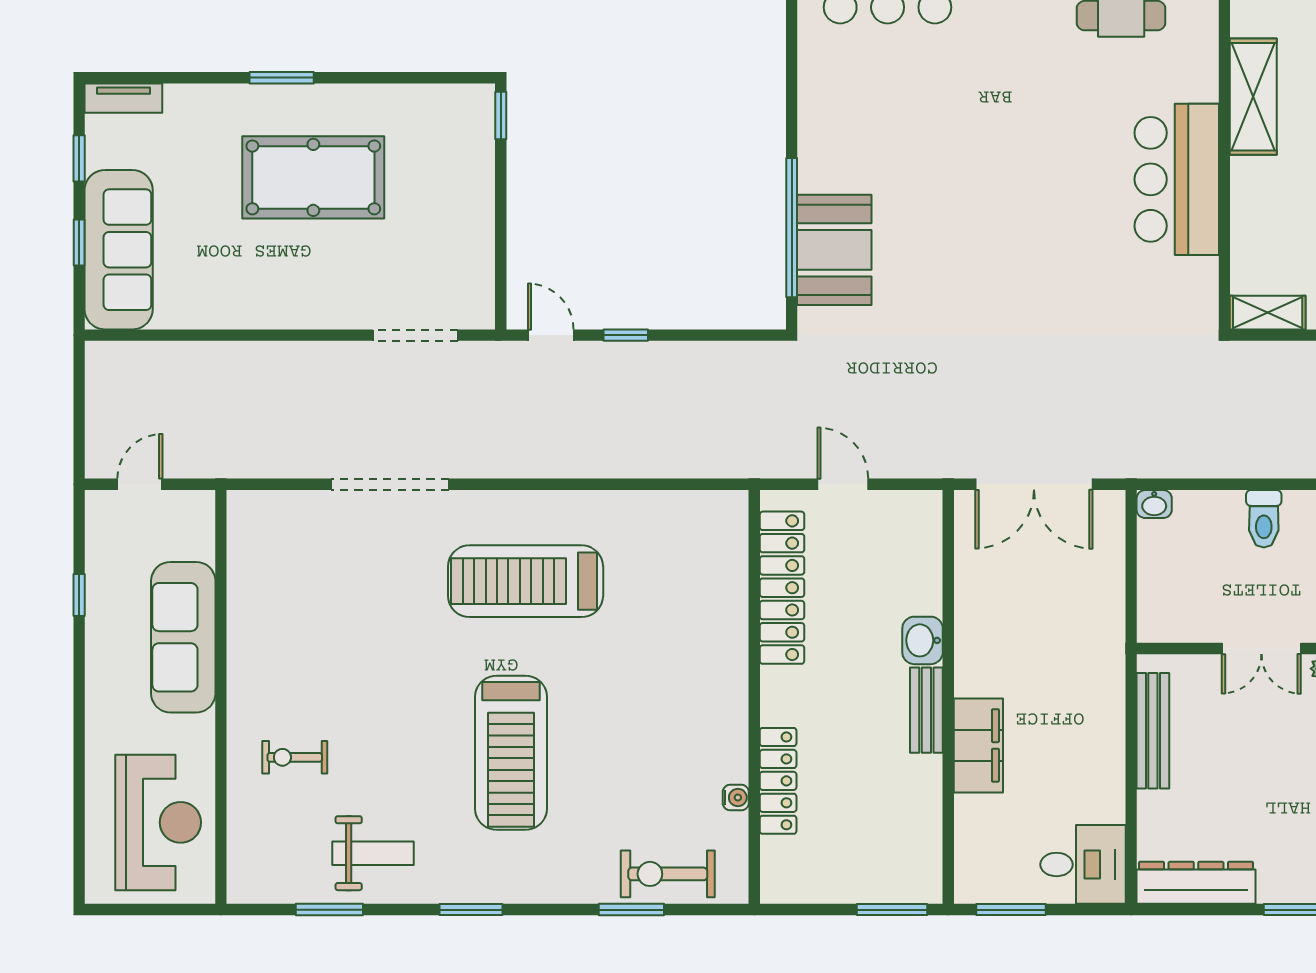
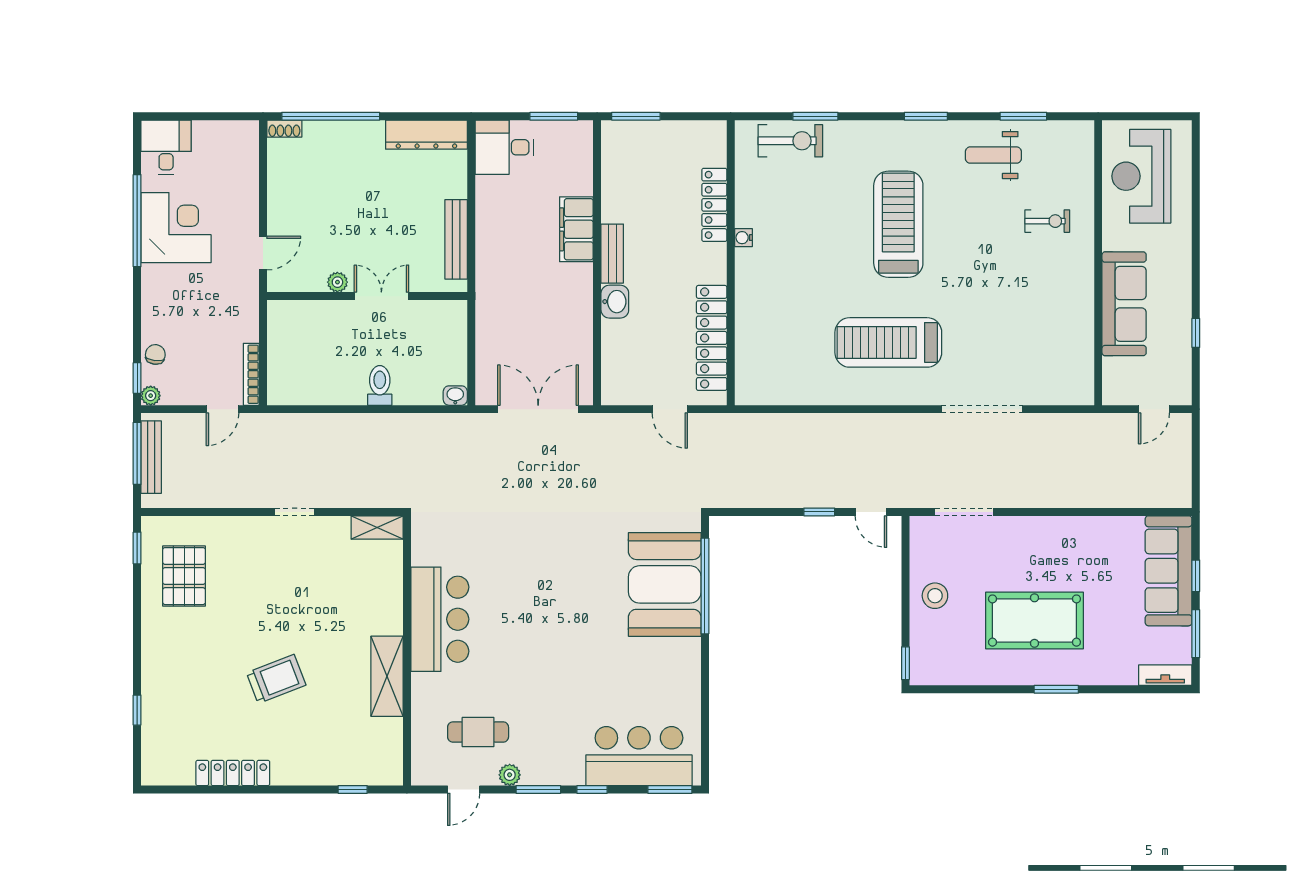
window: (79, 158) -> (1196, 634), width x1.50
stool: (458, 213) -> (935, 596), added
booth: (834, 250) -> (665, 584), width x1.36, depth x1.42
treadmill: (526, 581) -> (888, 342), turned 180
water cooler: (736, 798) -> (743, 238), moved

